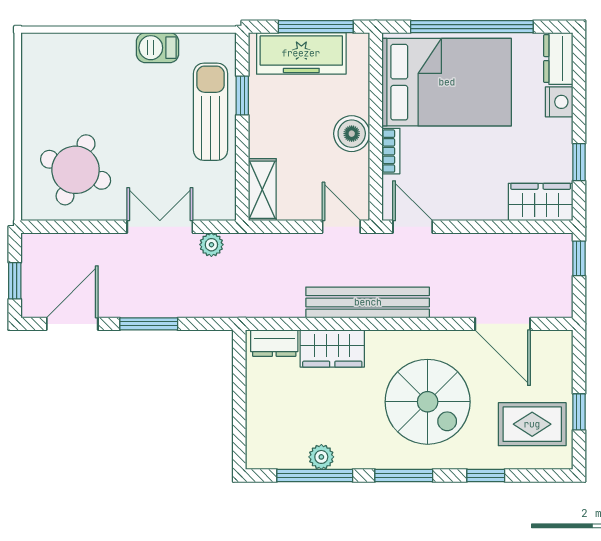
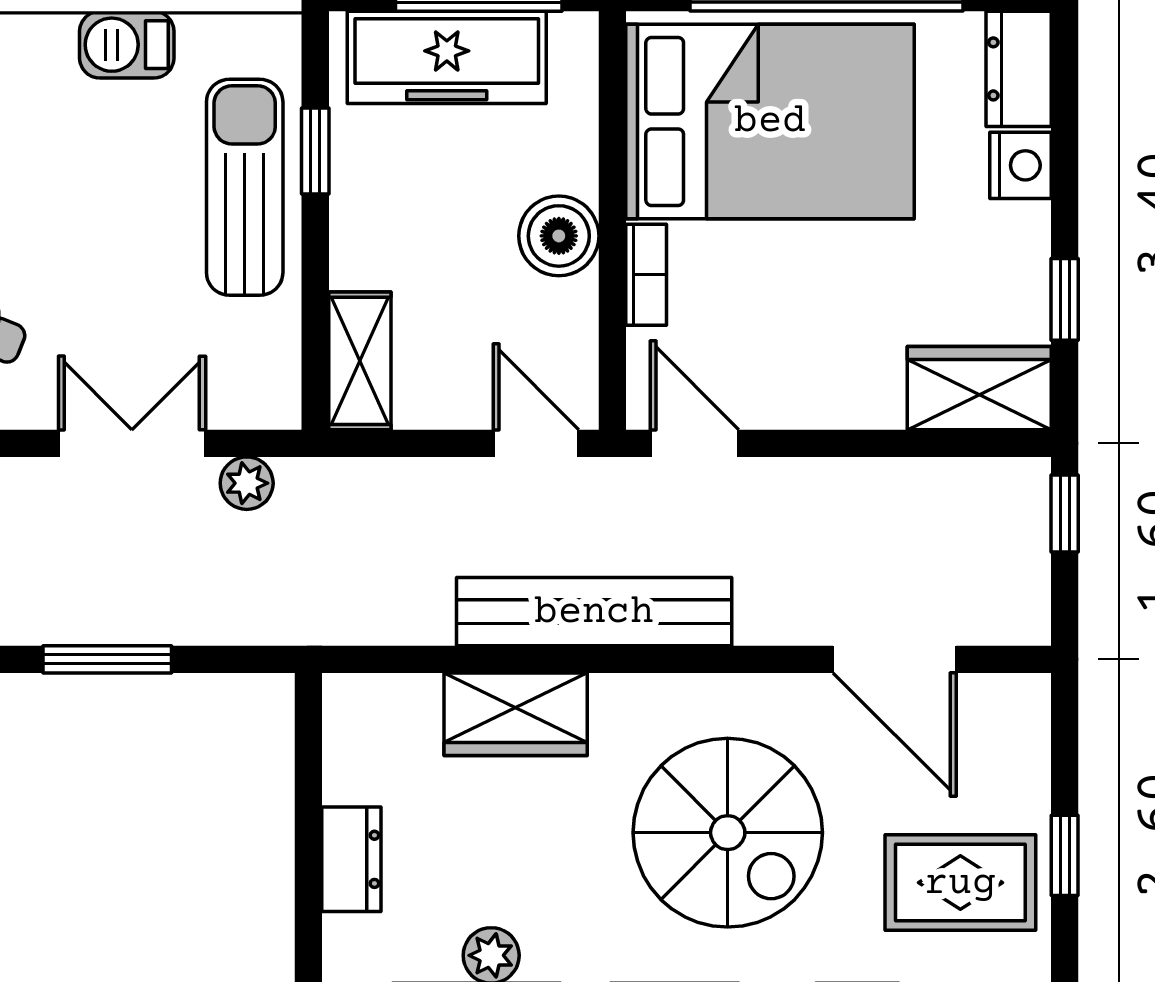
dresser: (274, 343) -> (351, 859), moved, turned -90

